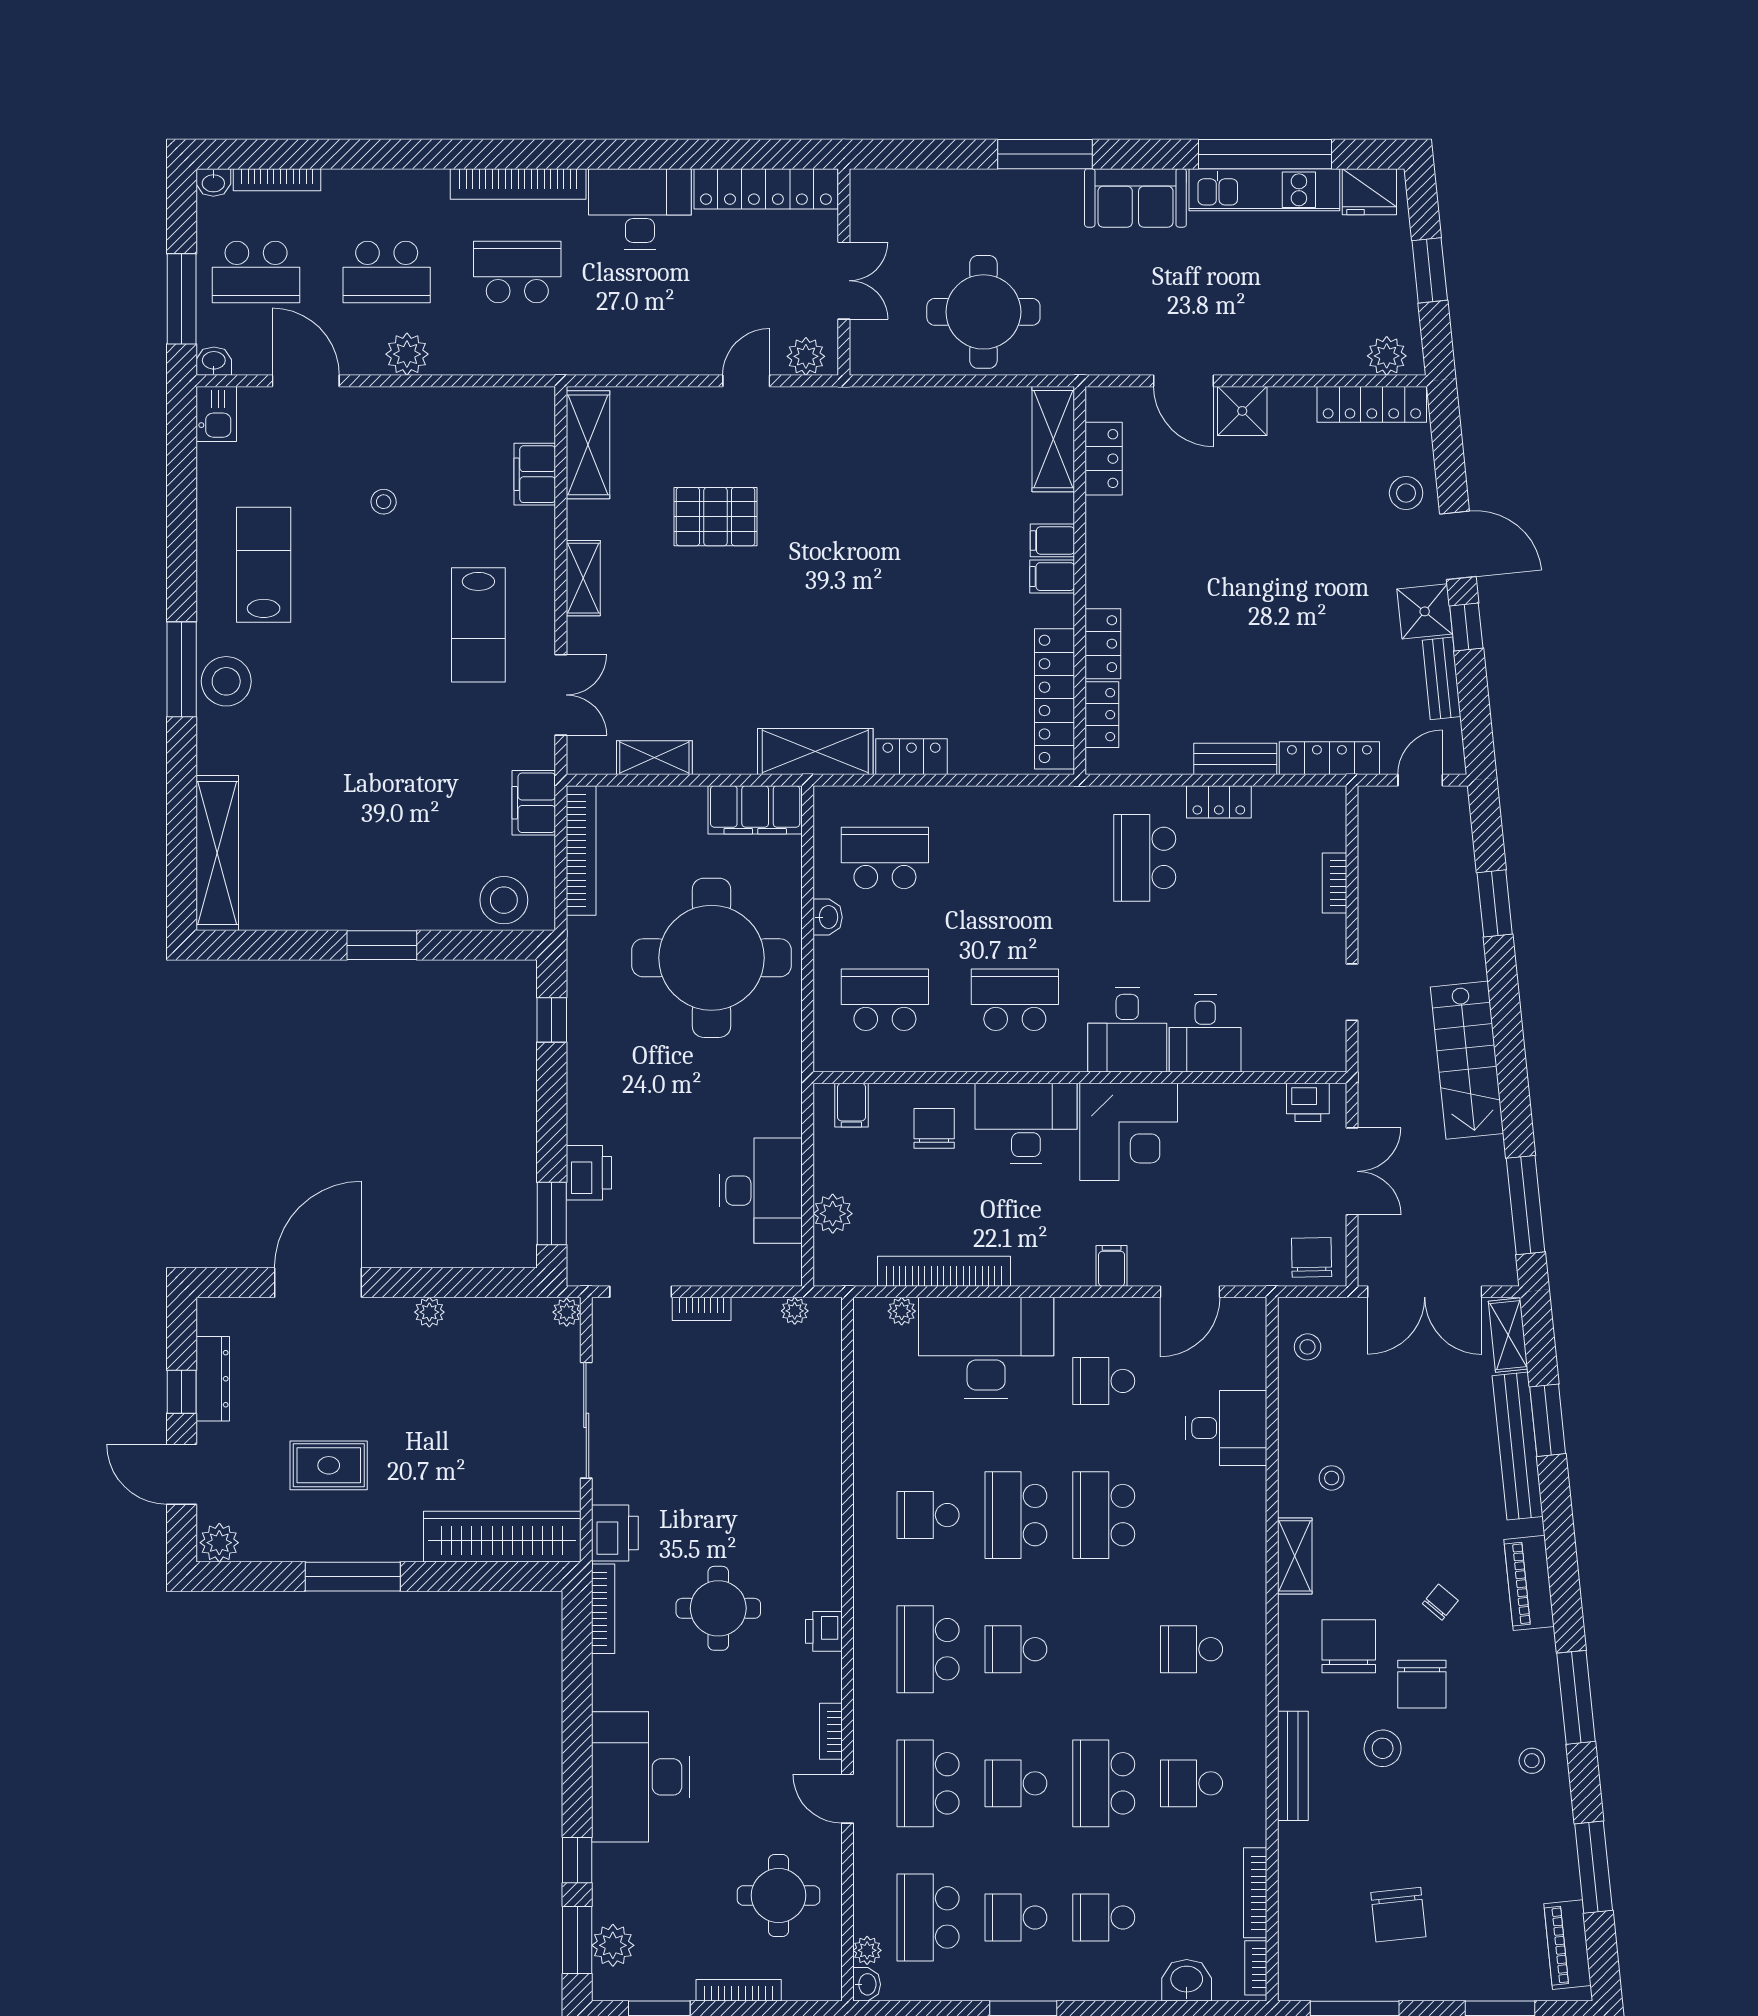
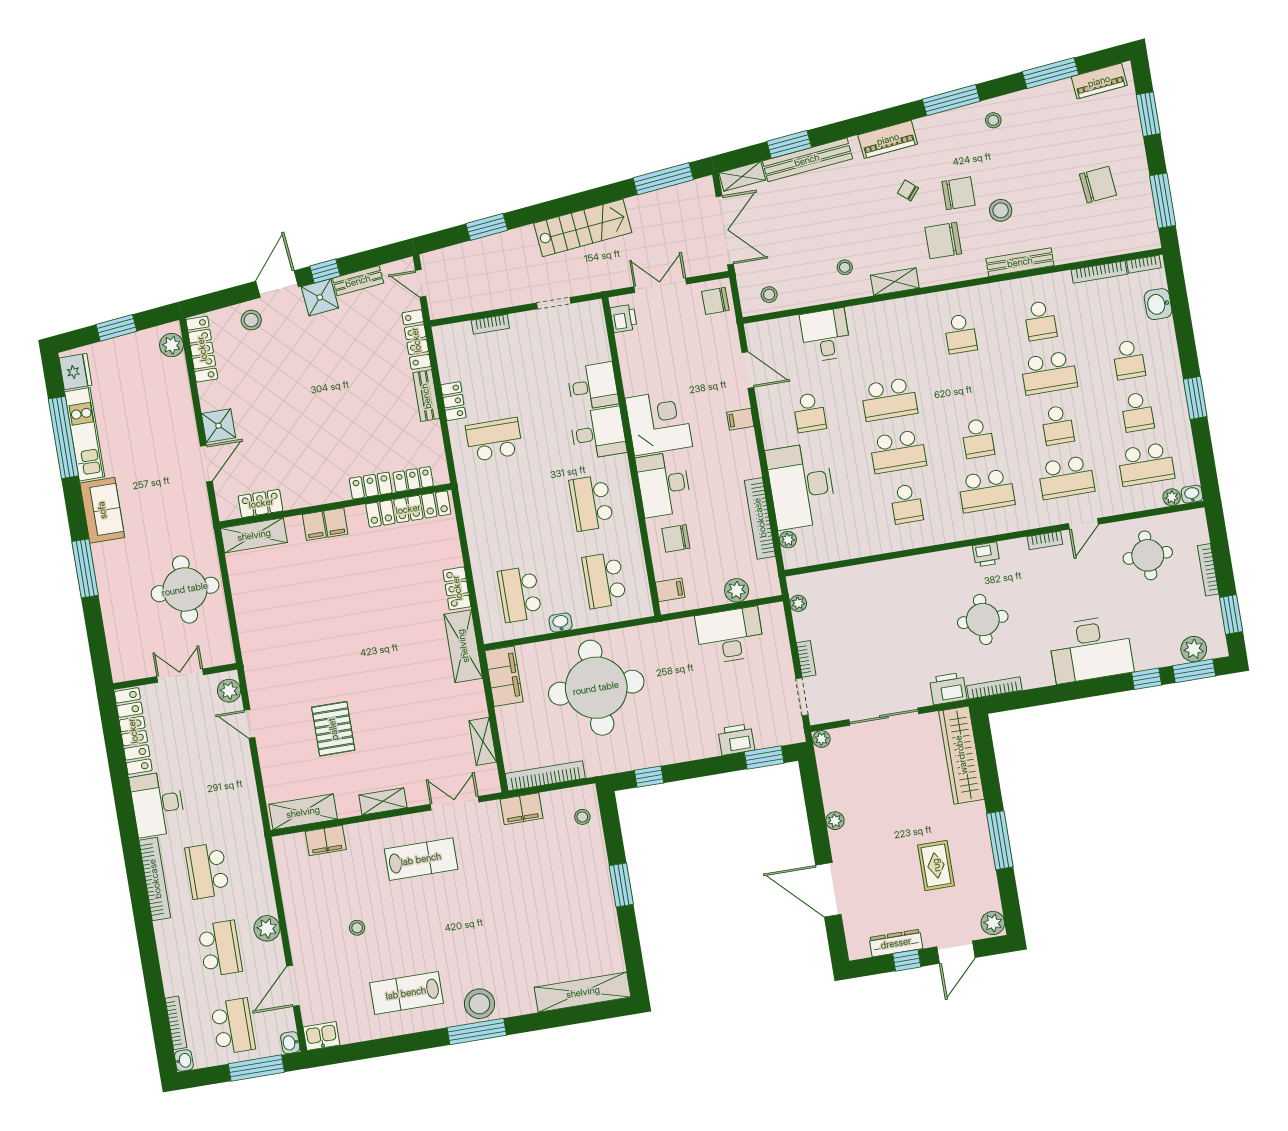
school desk: (1145, 858) -> (494, 440), turned 180
stool: (504, 900) -> (582, 817), width x0.53, depth x0.53

